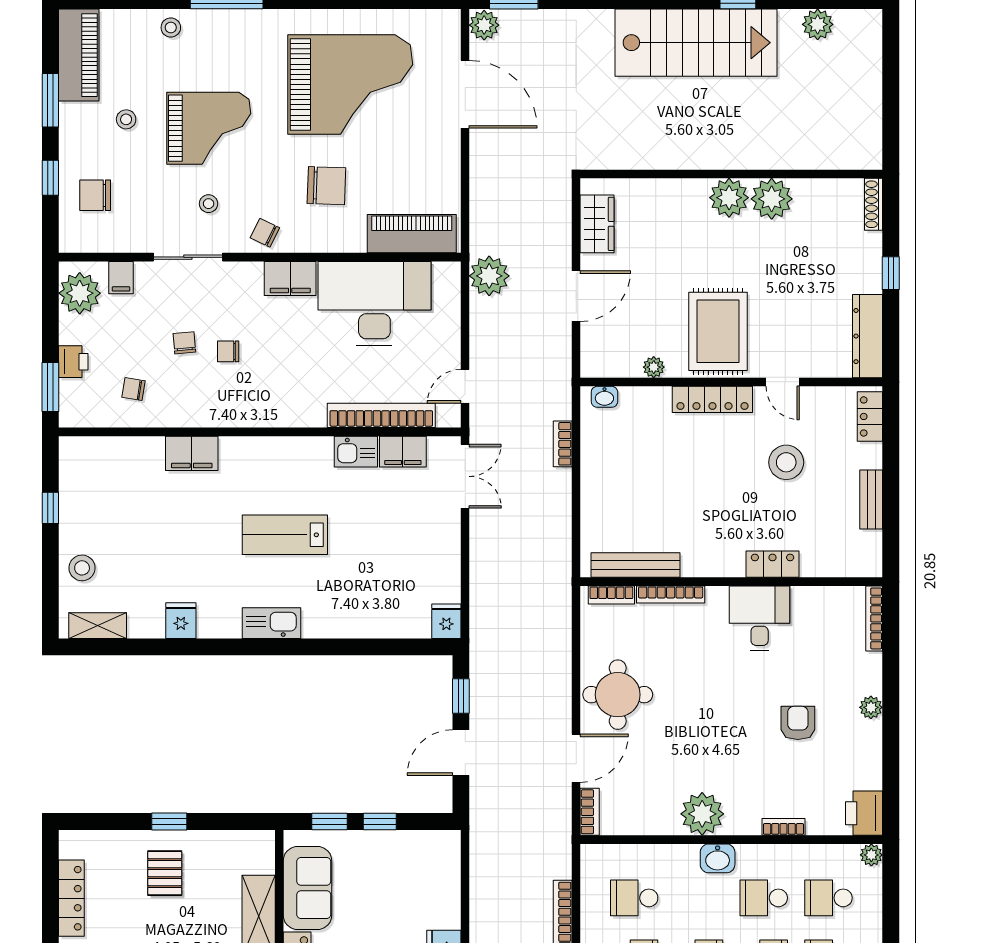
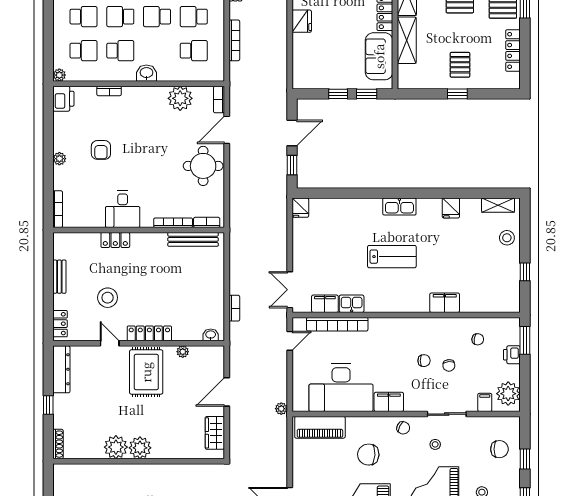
plant: (489, 276) -> (281, 409), width x0.53, depth x0.53
plant: (702, 814) -> (180, 98), moved

